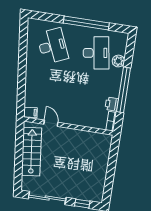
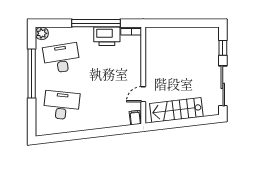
desk: (53, 46) -> (62, 105), turned 30
plant: (118, 61) -> (42, 33), moved
printer: (112, 104) -> (107, 36), width x1.87, depth x1.48

